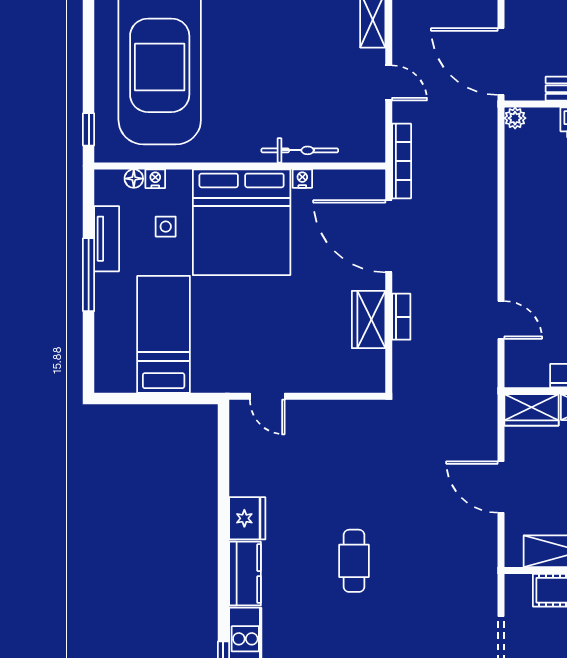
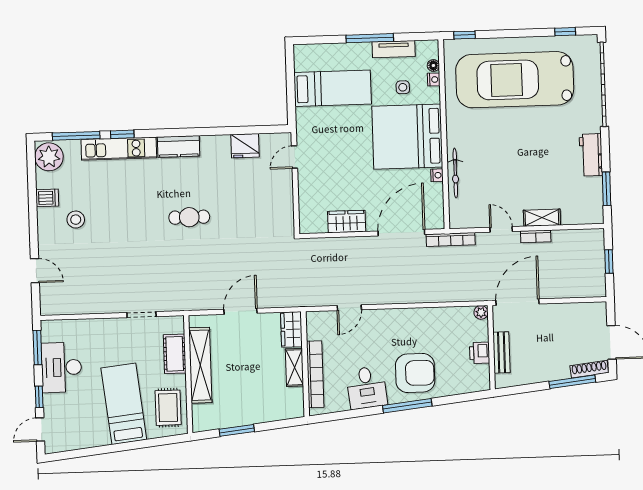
door: (389, 83) -> (501, 229), swing flipped
bookcase: (401, 317) -> (536, 236), moved
fridge: (247, 518) -> (245, 146), moved

